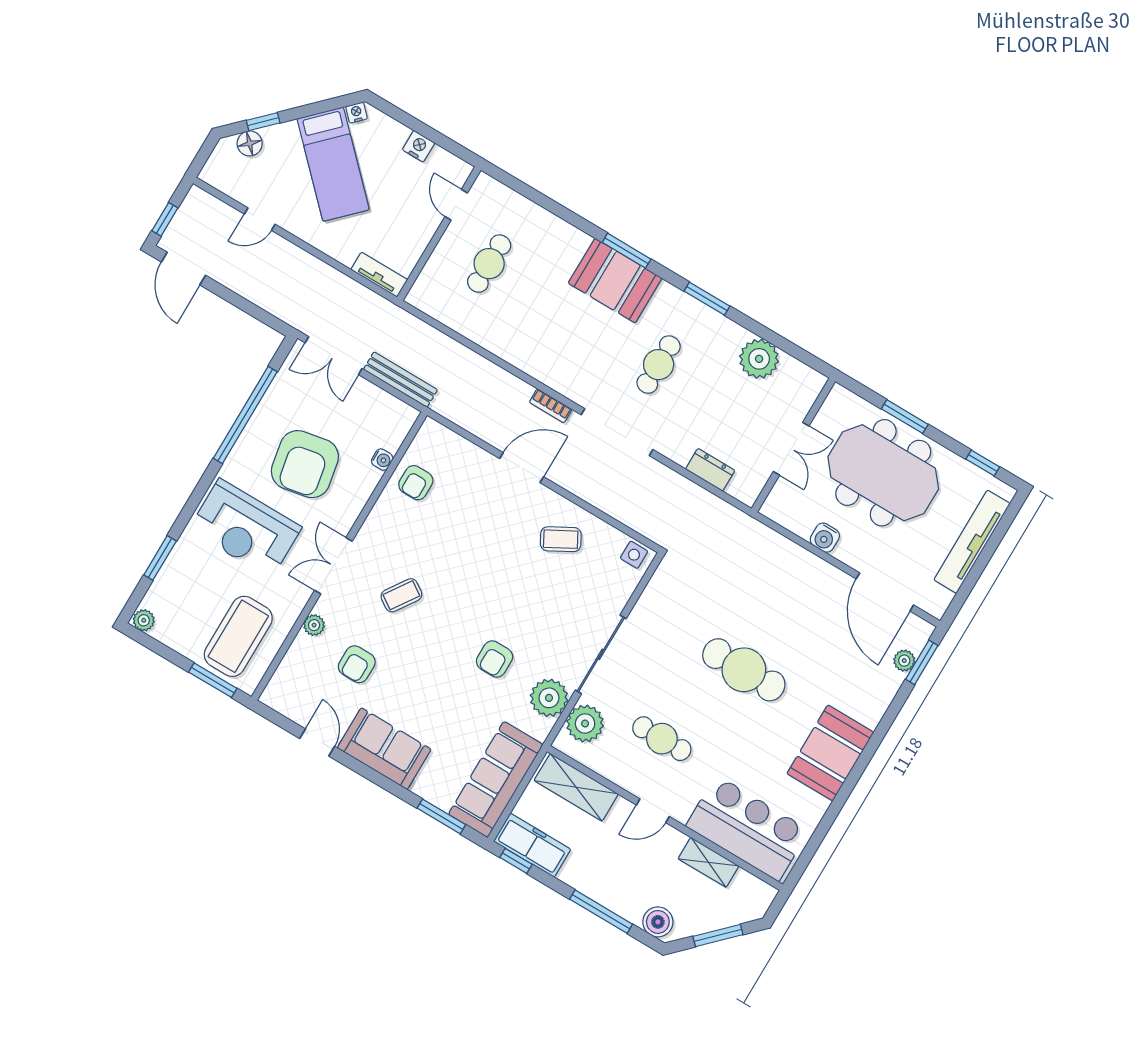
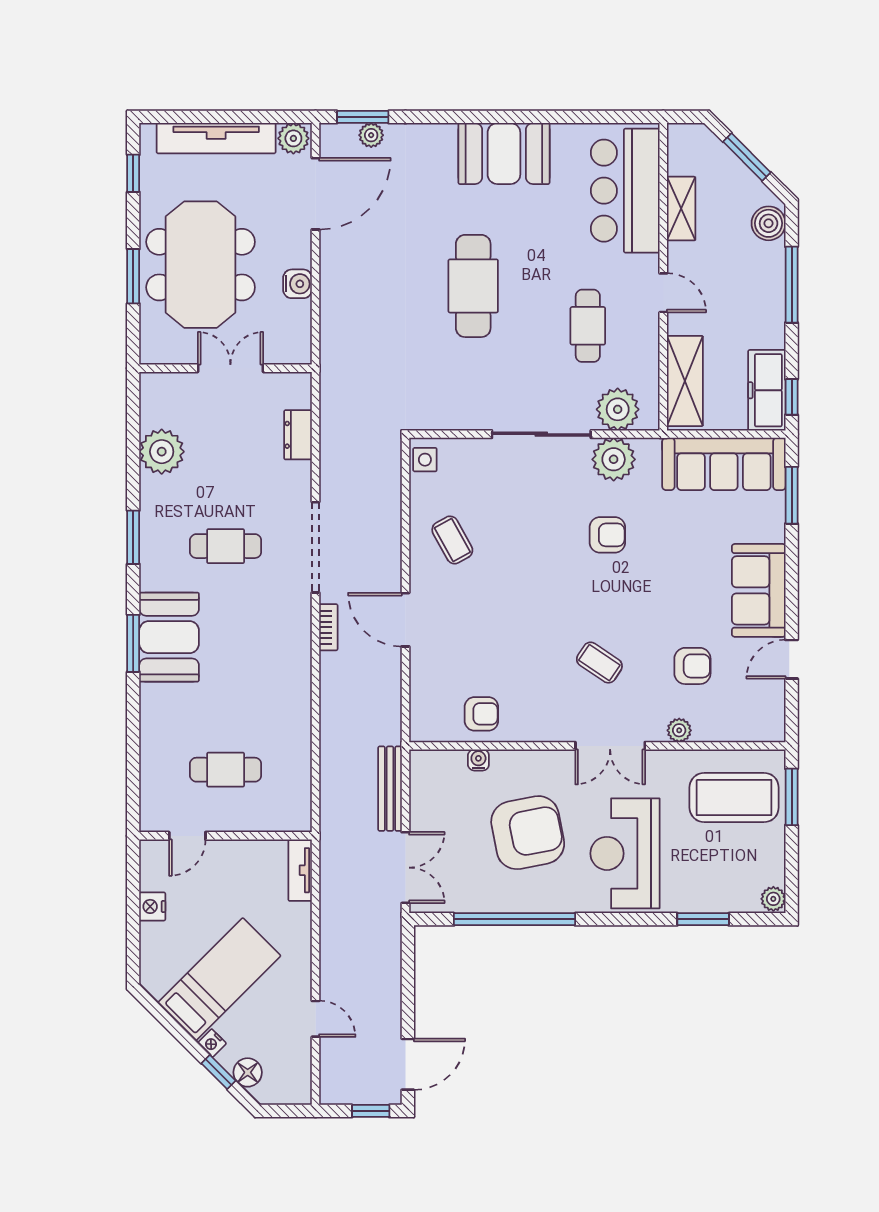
nightstand: (356, 113) -> (212, 1043), moved
reception desk: (245, 528) -> (625, 853), turned 180
plant: (937, 600) -> (293, 138), added

